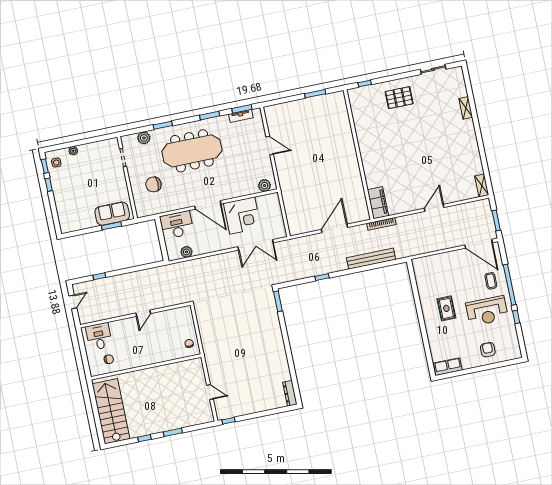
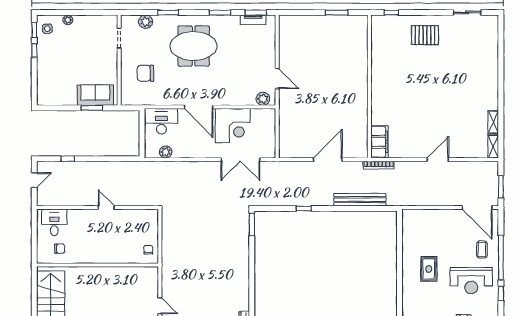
shelving: (466, 108) -> (493, 122), moved
door: (270, 146) -> (277, 79), moved
meeting table: (192, 151) -> (194, 46), width x0.73
door: (143, 313) -> (106, 208), swing flipped

